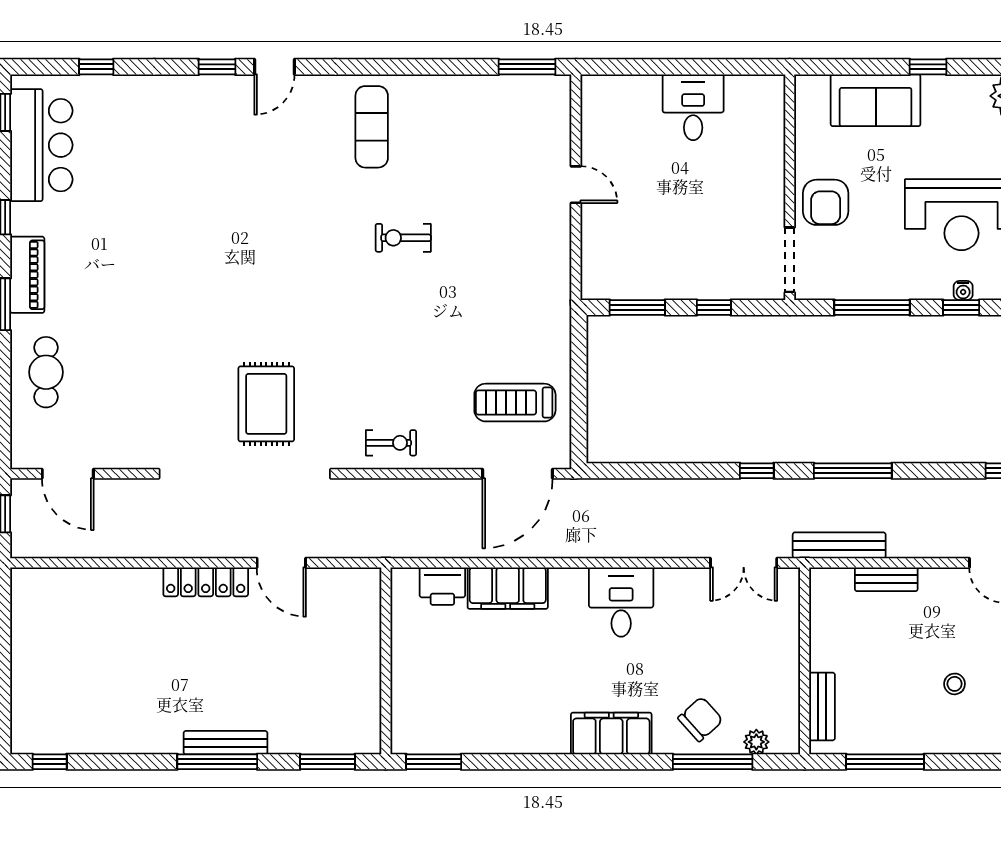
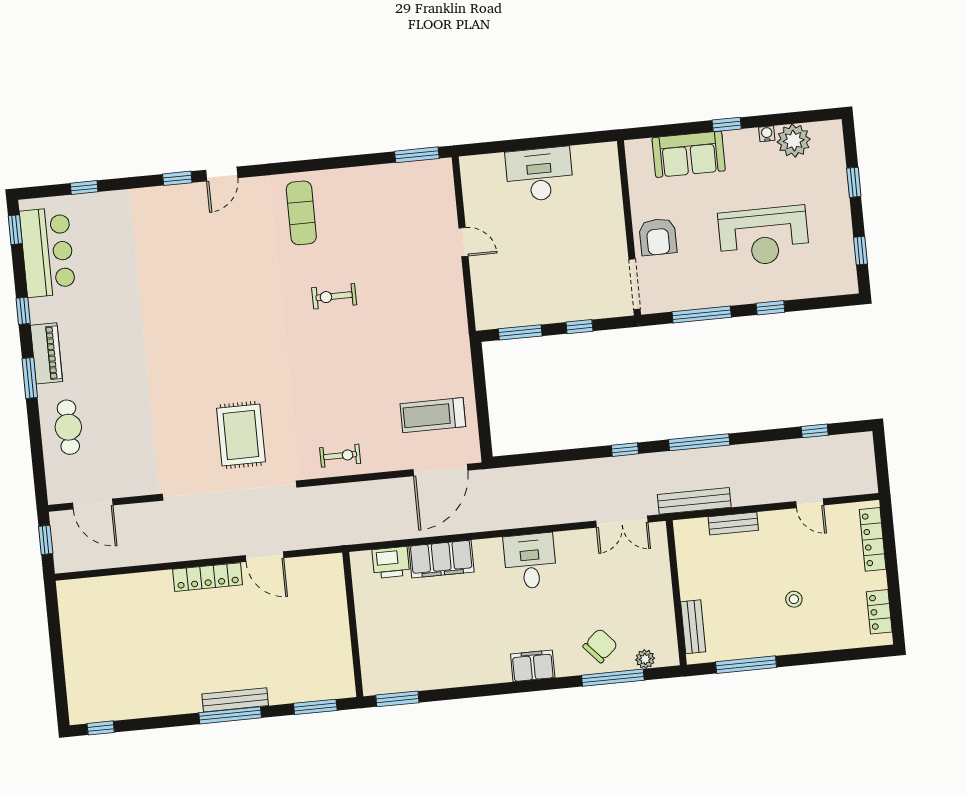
desk: (693, 107) -> (539, 174), width x1.37
water cooler: (963, 290) -> (767, 134), moved, turned 180
filing cabinet: (611, 733) -> (533, 666), width x0.67, depth x0.86

